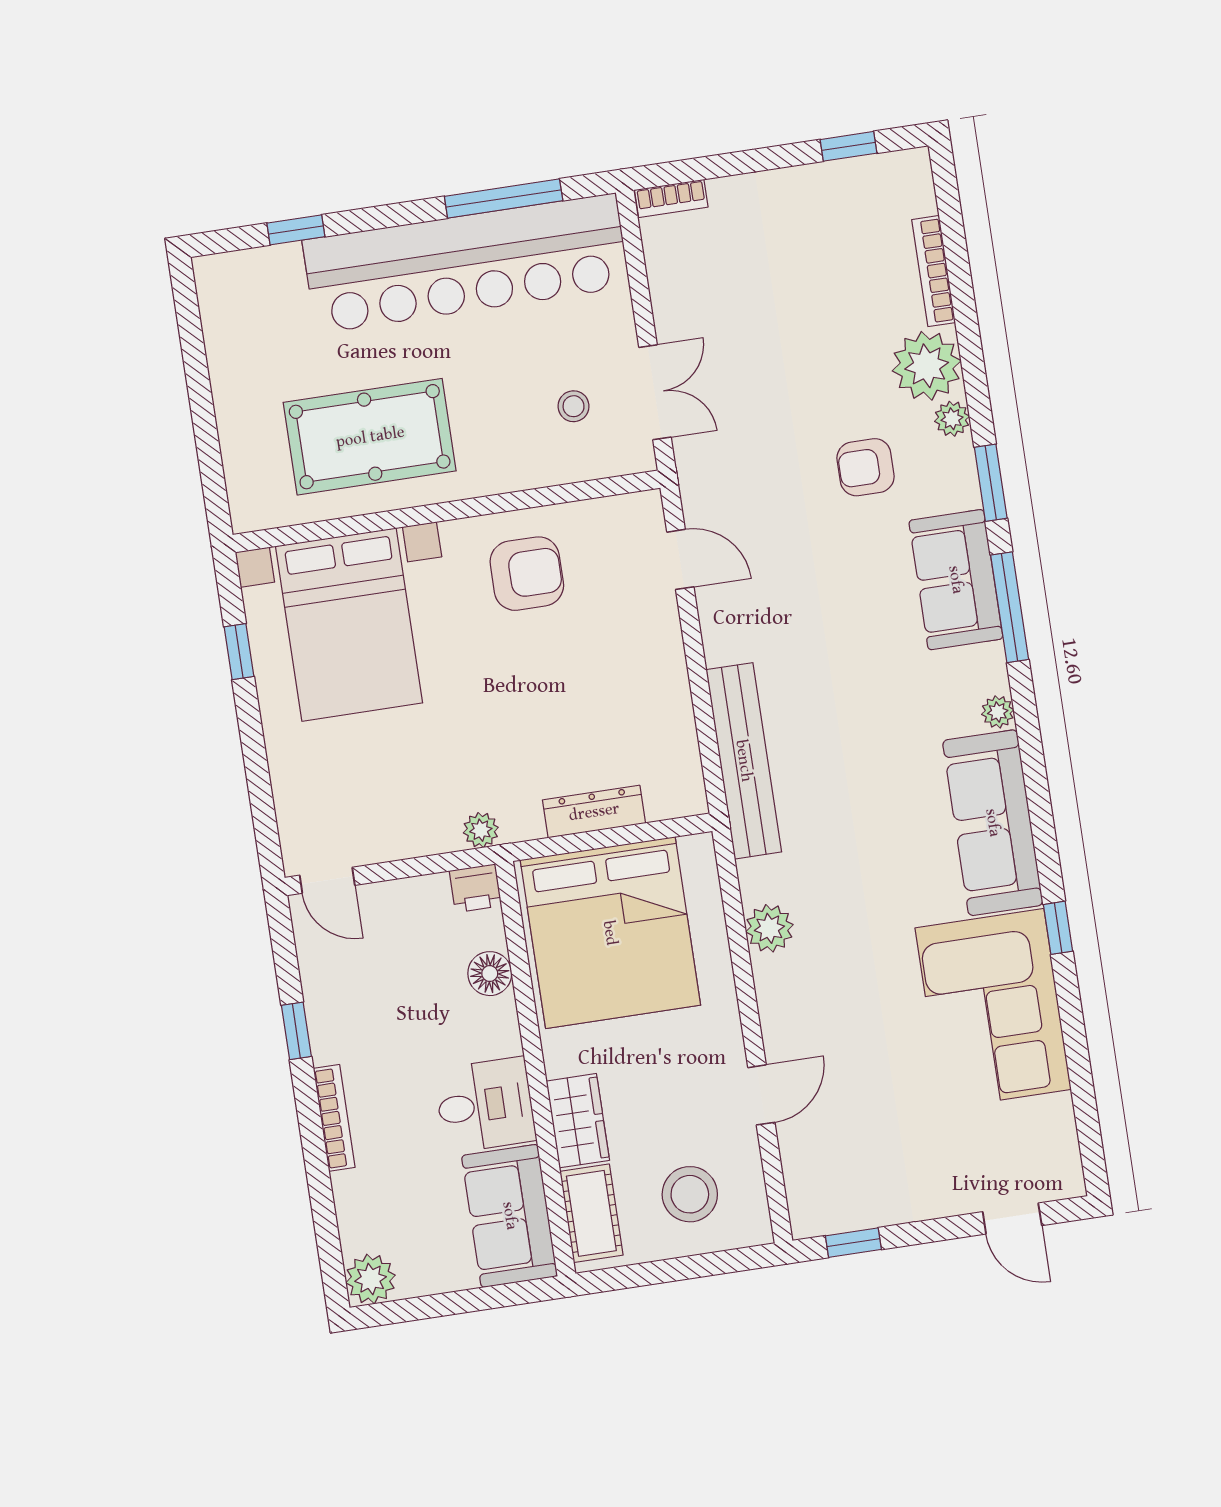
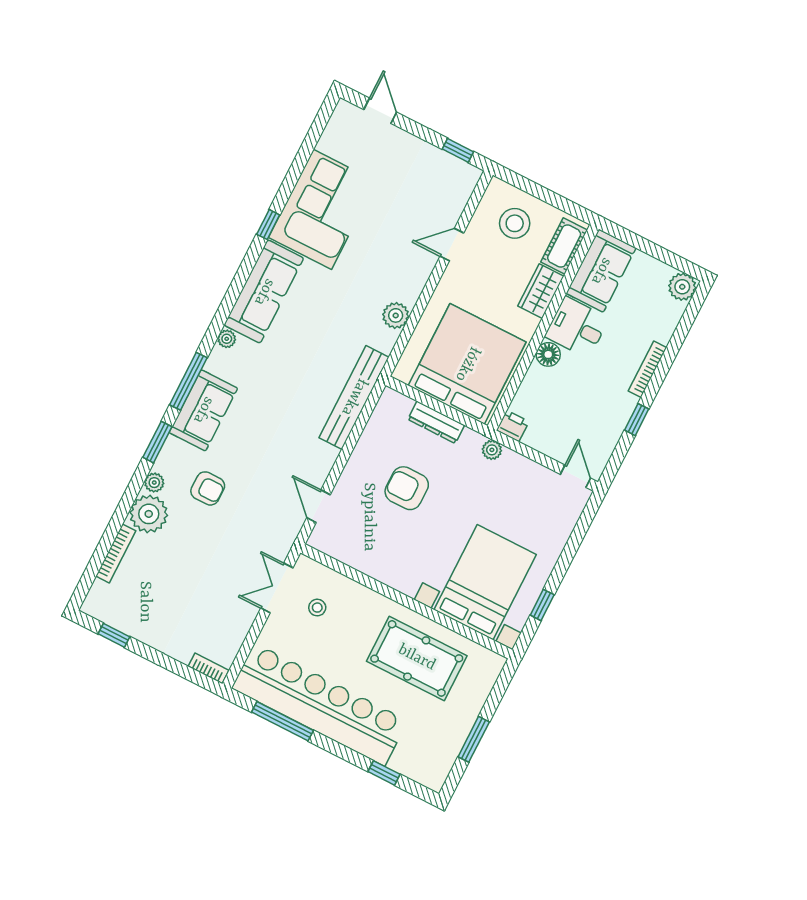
window: (197, 377) -> (474, 739), added
armchair: (527, 574) -> (407, 488), moved
floor lamp: (490, 974) -> (548, 354), moved

